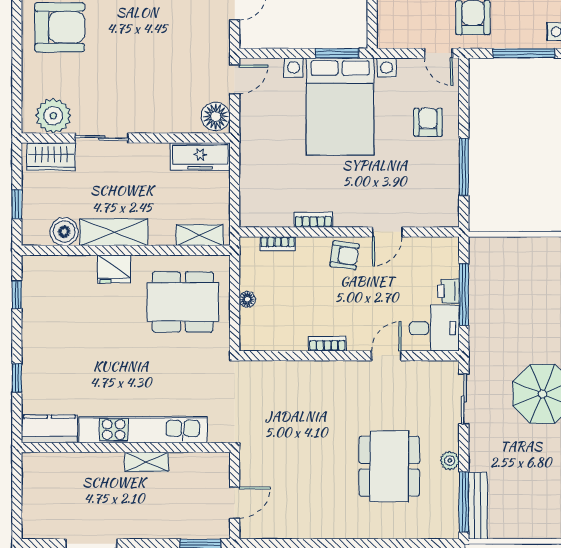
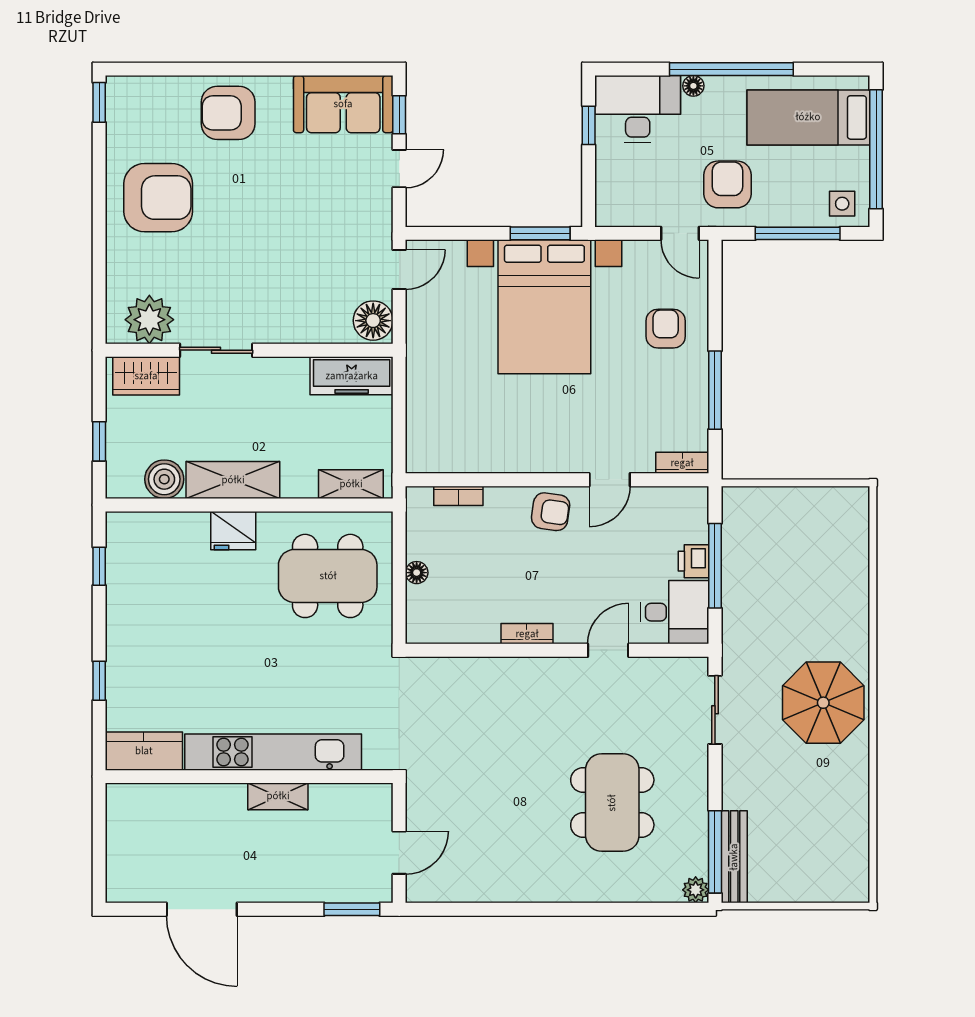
bookcase: (313, 220) -> (682, 463), moved
plant: (450, 461) -> (696, 890), moved

